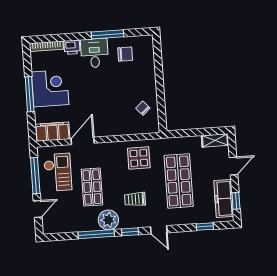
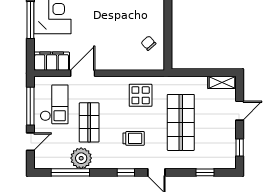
trolley: (135, 199) -> (134, 138), turned 180
freezer: (224, 199) -> (227, 144), removed
plant: (108, 220) -> (81, 158), moved
window: (96, 234) -> (70, 172), moved

